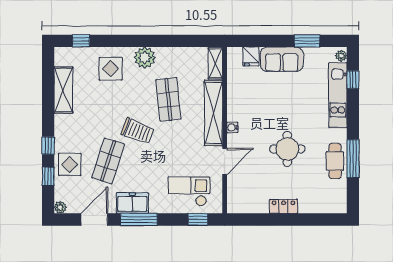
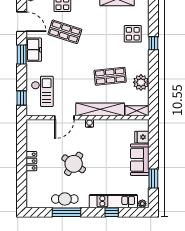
window: (81, 41) -> (153, 43), moved
plant: (145, 58) -> (141, 82), moved
window: (353, 80) -> (112, 212), moved
trolley: (138, 131) -> (87, 54), removed
round table: (287, 149) -> (74, 164), turned 34
door: (225, 161) -> (64, 118), hinge flipped
window: (139, 219) -> (22, 54), width x0.69

